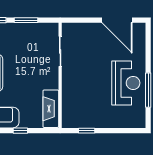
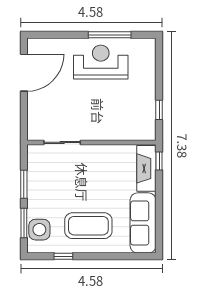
fireplace: (51, 109) -> (146, 168), moved, turned 90
window: (20, 131) -> (159, 161), moved

